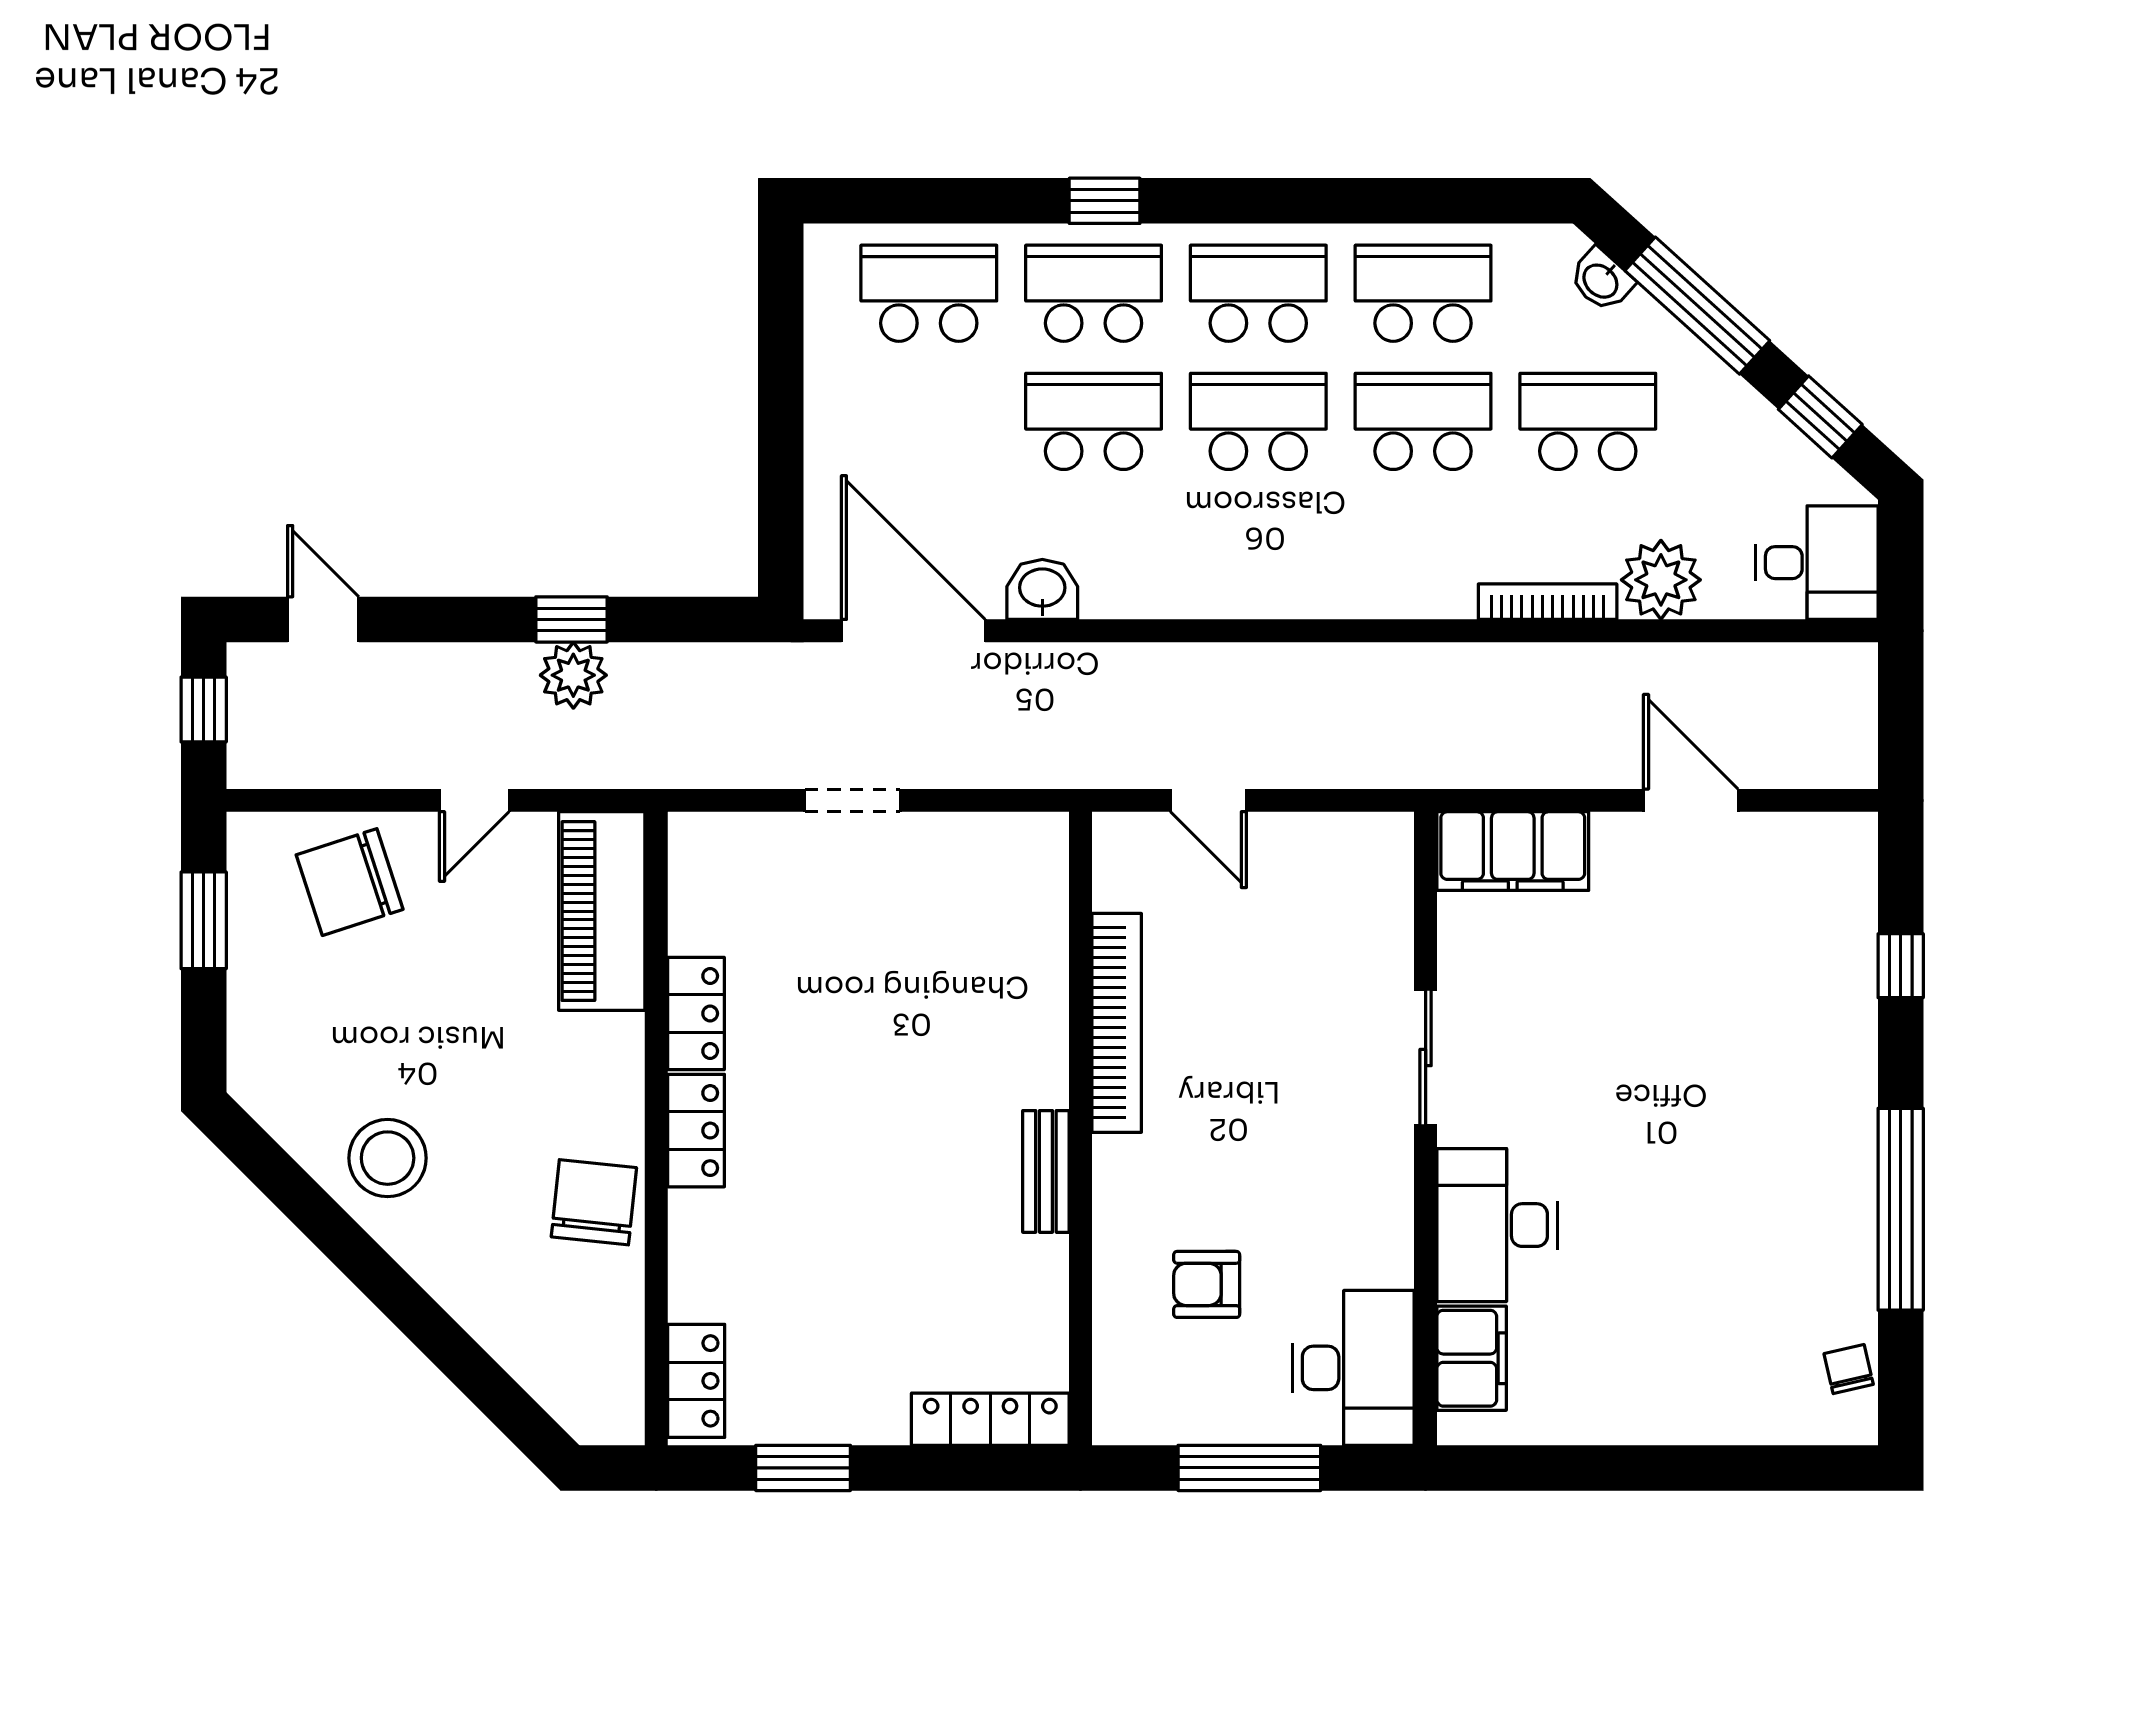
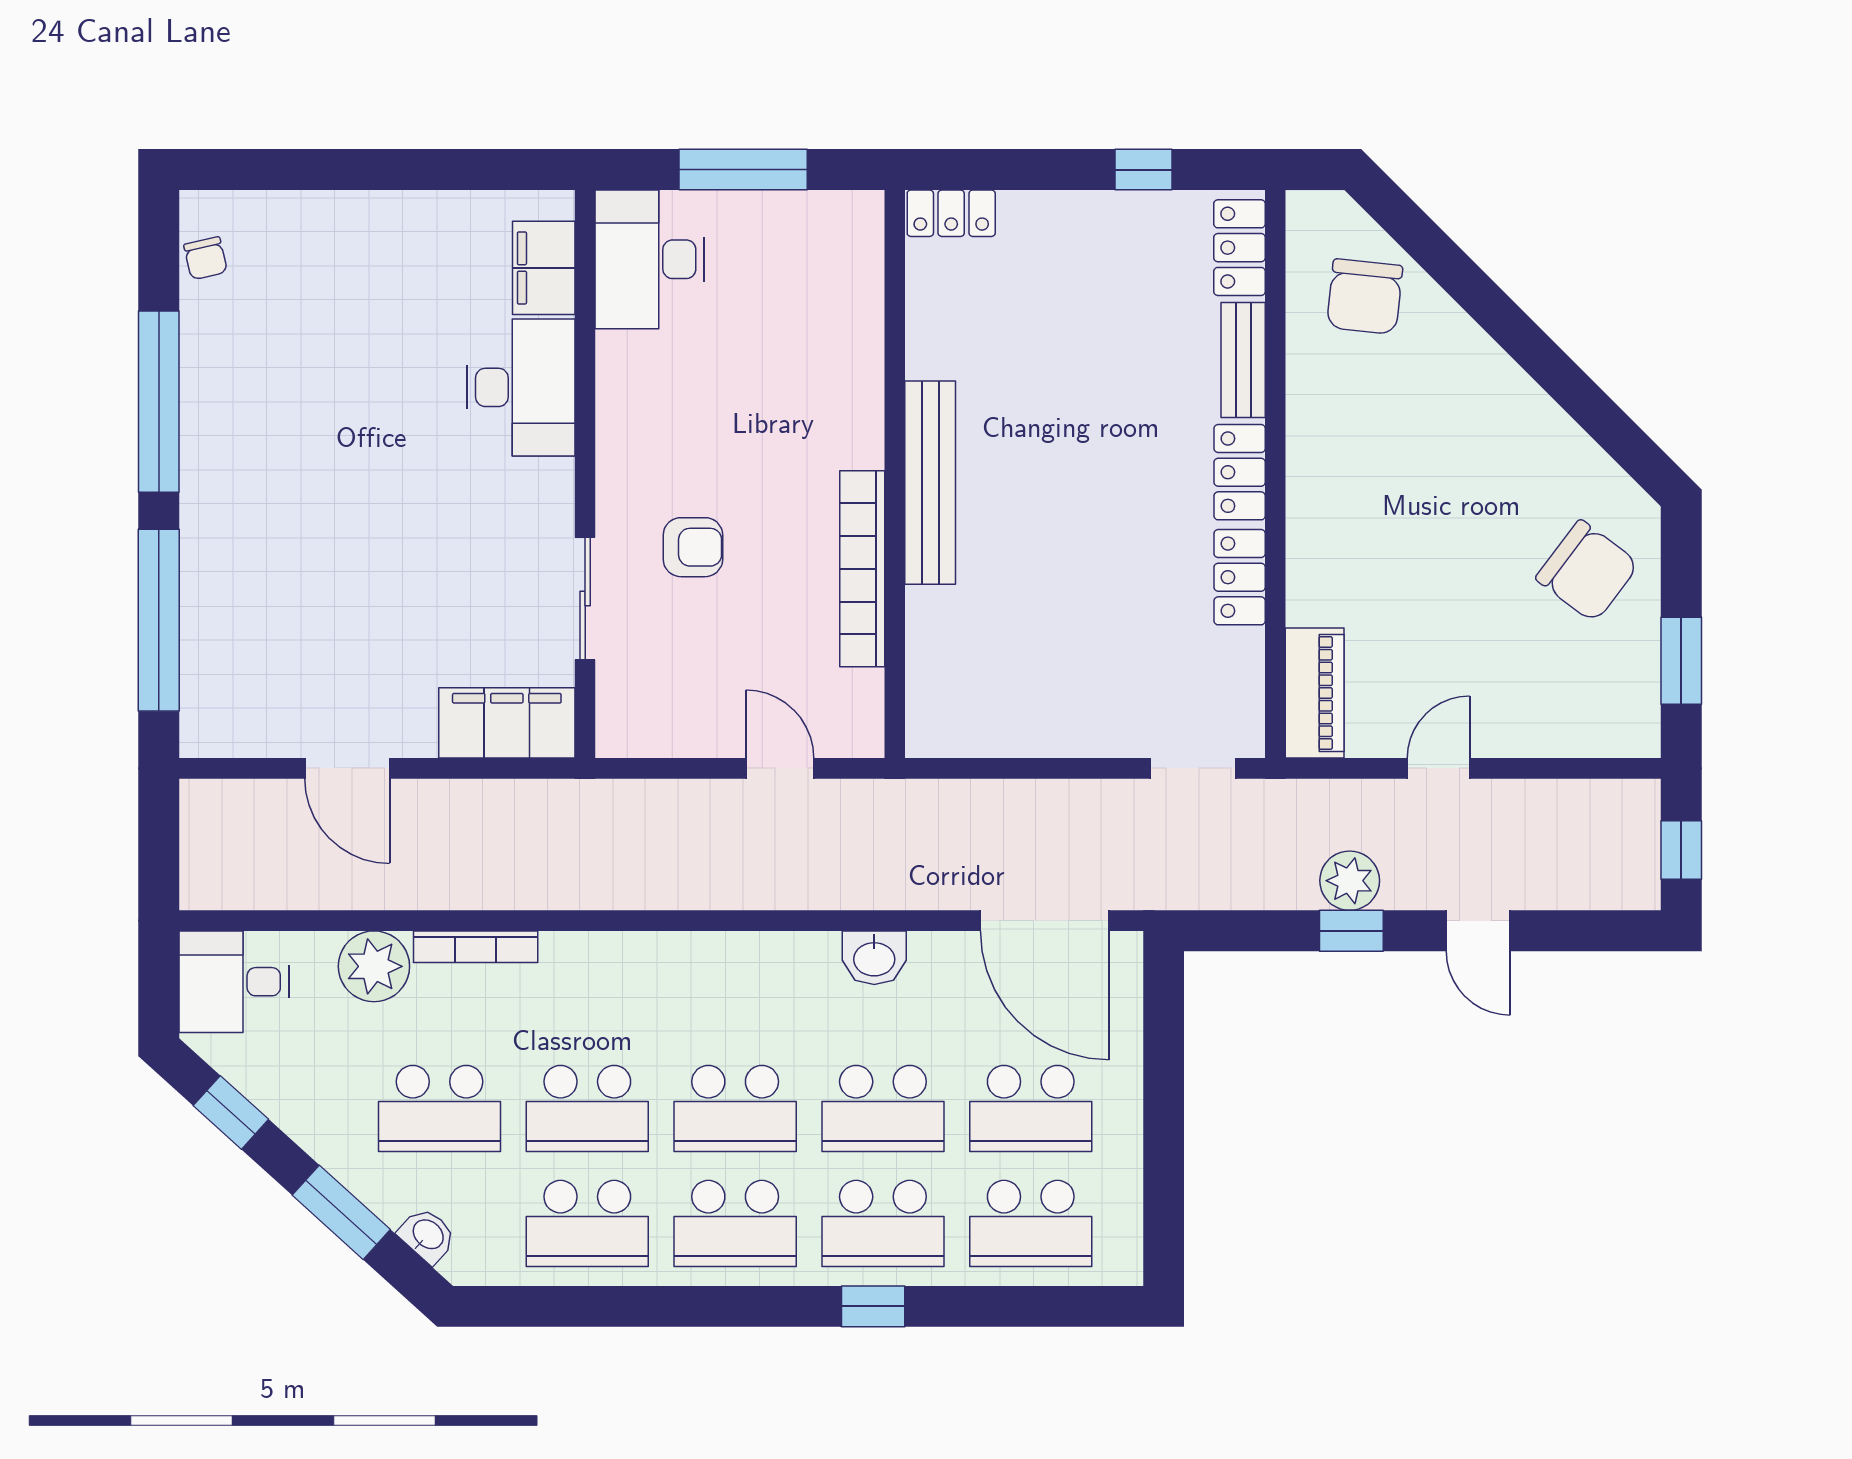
window: (1697, 306) -> (341, 1212), width x0.69
school desk: (929, 421) -> (1031, 1108), added
washbasin: (1042, 589) -> (874, 958), moved
door: (323, 619) -> (1478, 931), moved
doorway: (852, 800) -> (1193, 768), moved
chair: (350, 882) -> (1587, 571), moved, turned 55
piano: (602, 911) -> (1315, 693), width x0.73, depth x0.75
window: (1901, 966) -> (159, 620), width x3.17
sliding door: (1426, 1058) -> (585, 599), moved
stool: (388, 1158) -> (1516, 448), removed
bench: (1046, 1171) -> (930, 483), width x1.86, depth x1.21
chair: (594, 1202) -> (1365, 297), moved
bench: (692, 1256) -> (1243, 360), added
armchair: (1207, 1284) -> (693, 547), moved
locker: (990, 1419) -> (951, 213), width x0.66
window: (803, 1468) -> (1144, 170), width x0.67

